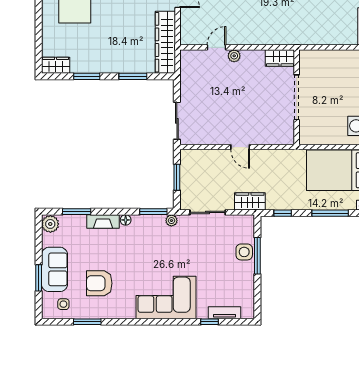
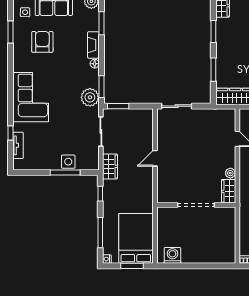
plant: (234, 56) -> (230, 173), moved
window: (177, 177) -> (118, 106), moved
plant: (171, 221) -> (90, 97), width x1.88, depth x1.88

